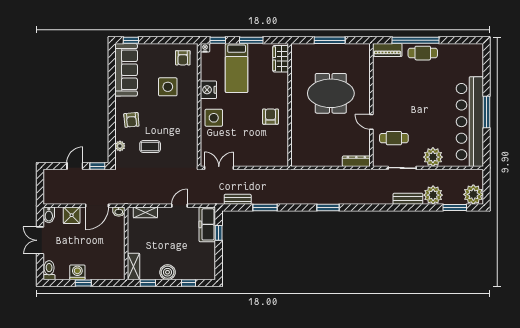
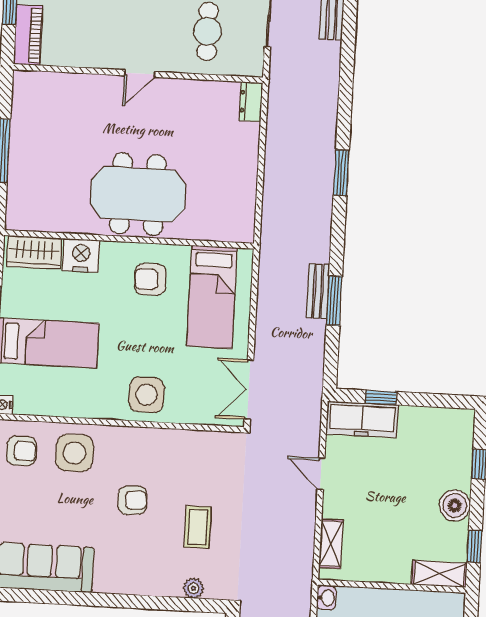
side table: (168, 87) -> (74, 453), moved
nightstand: (208, 90) -> (81, 256), moved, turned 180
meeting table: (331, 93) -> (138, 194), moved, turned 90
armchair: (131, 120) -> (132, 500), moved
door: (371, 122) -> (140, 74), moved
bed: (264, 147) -> (212, 297), added
dresser: (356, 161) -> (251, 102), width x0.70
bench: (238, 199) -> (318, 291), moved

